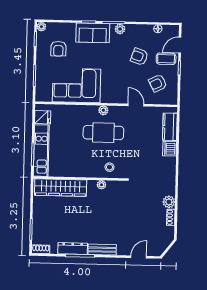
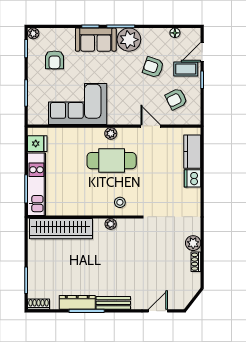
plant: (120, 29) -> (129, 40), width x1.88, depth x1.88

